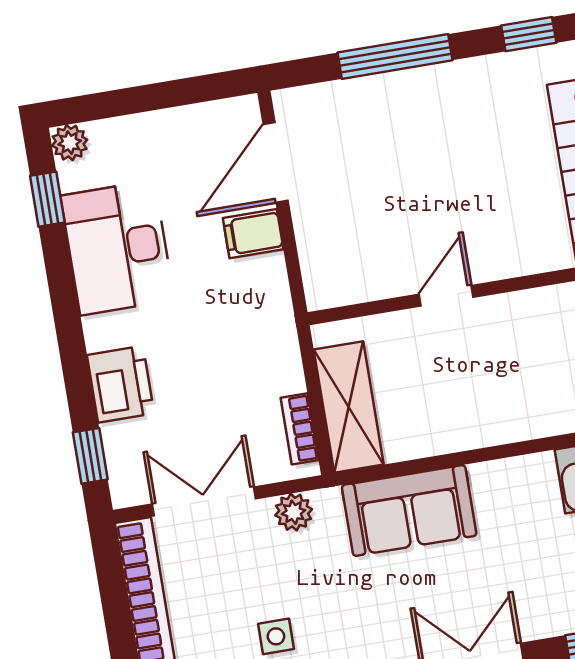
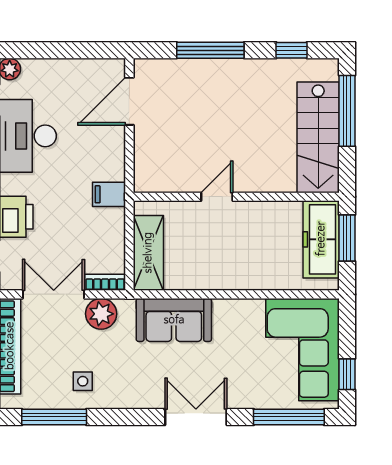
filing cabinet: (253, 234) -> (109, 194), moved
bookcase: (300, 429) -> (105, 282), moved, turned 90
plant: (294, 512) -> (101, 314), width x1.38, depth x1.38

